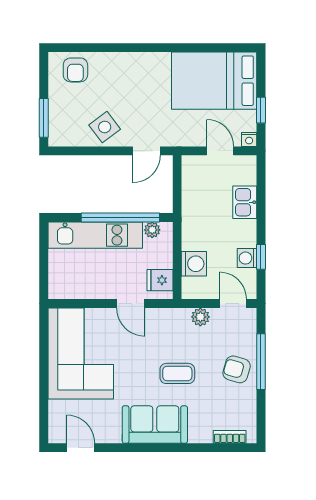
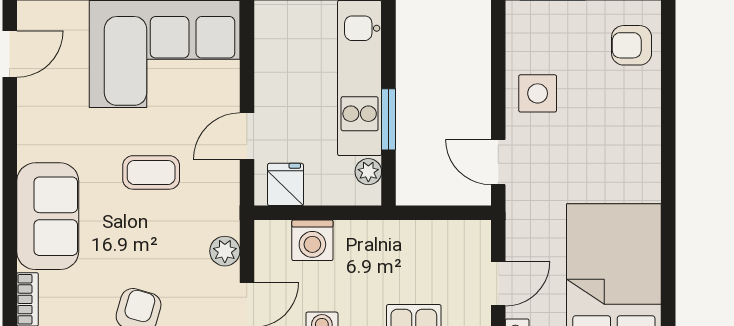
side table: (105, 127) -> (538, 93), turned 37
window: (120, 218) -> (389, 119), width x0.47
coffee table: (177, 373) -> (151, 172), moved, turned 90
sofa: (155, 425) -> (48, 216), moved

